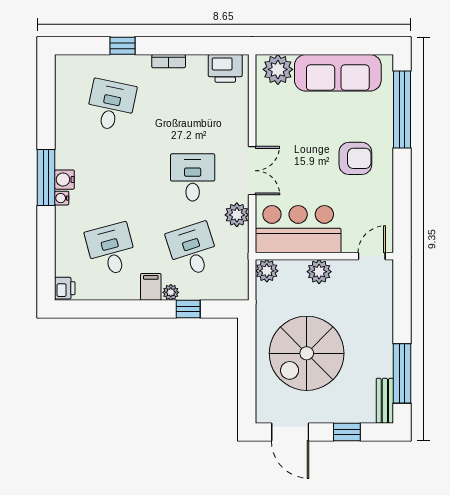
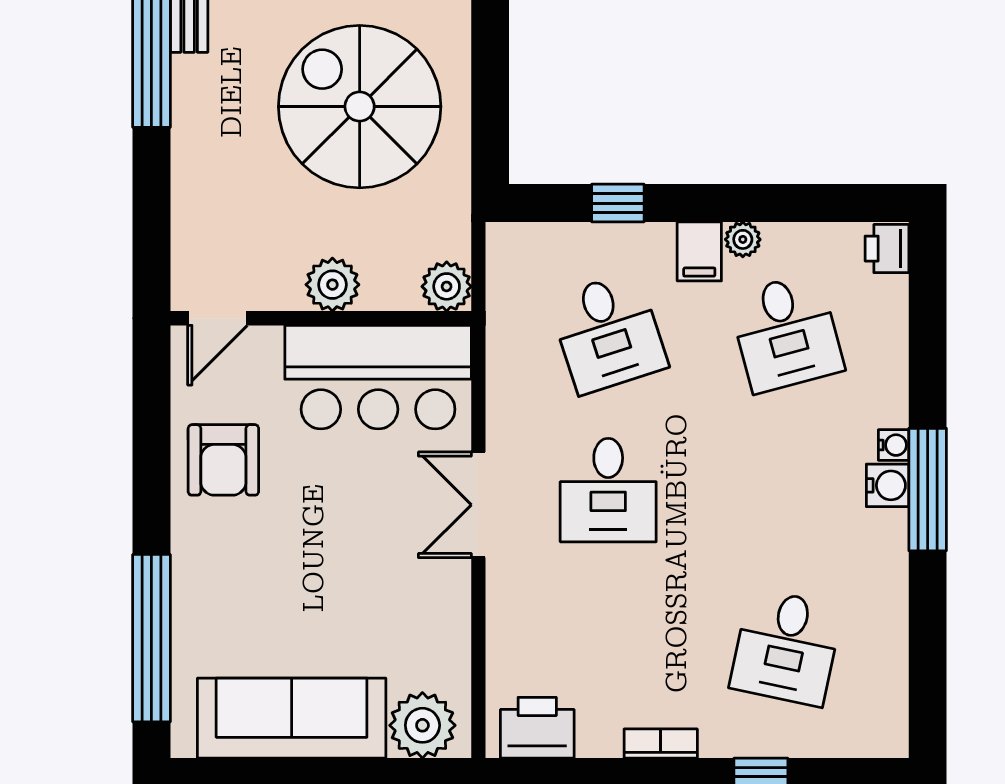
armchair: (355, 158) -> (223, 460), moved, turned -90
plant: (237, 215) -> (512, 409), removed
plant: (171, 292) -> (743, 239), moved
spiral stairs: (307, 353) -> (360, 107), turned -90

